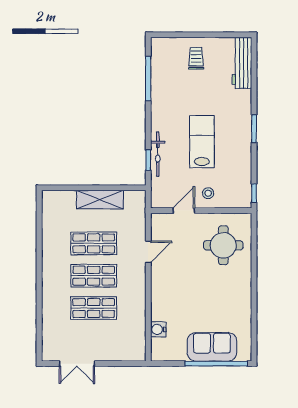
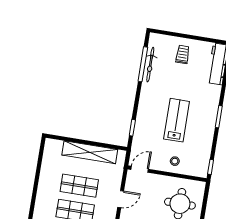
bicycle: (158, 154) -> (150, 65), moved
shelving: (100, 200) -> (90, 152), width x1.47
door: (184, 211) -> (140, 169), moved

